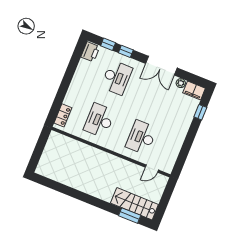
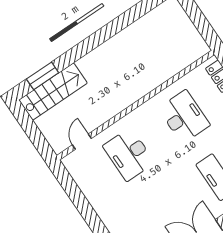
desk: (141, 137) -> (129, 154), turned 180

